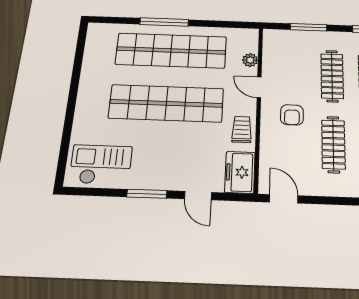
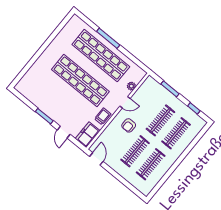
door: (259, 87) -> (125, 102), swing flipped
checkout: (101, 165) -> (34, 89), removed

